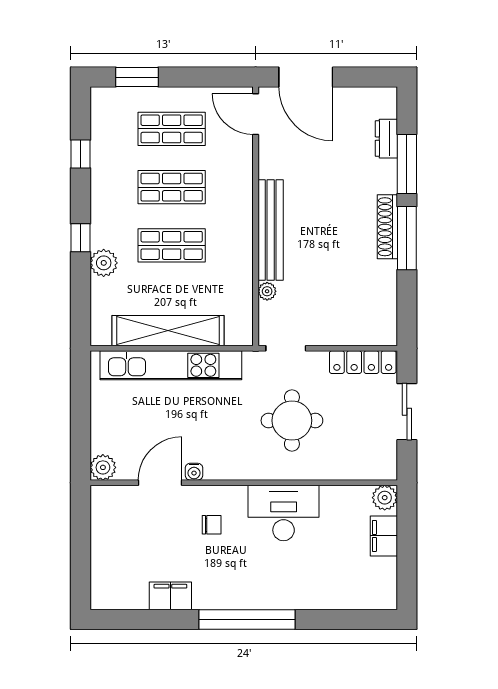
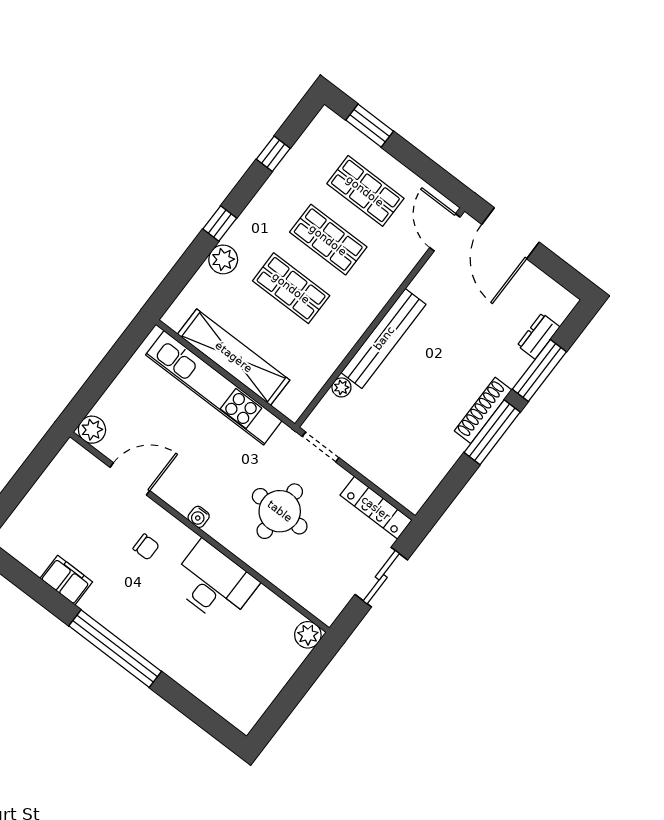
water cooler: (194, 472) -> (199, 517), moved
filing cabinet: (384, 536) -> (283, 666), removed

